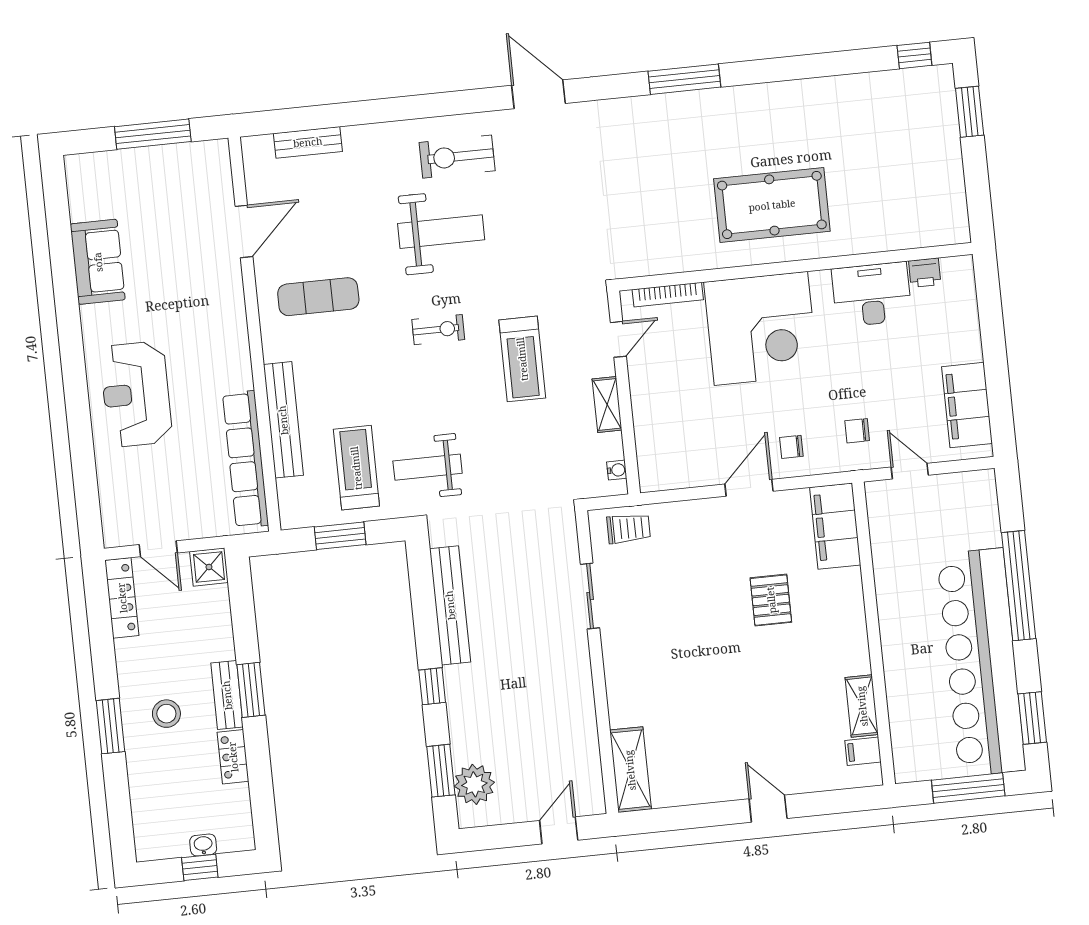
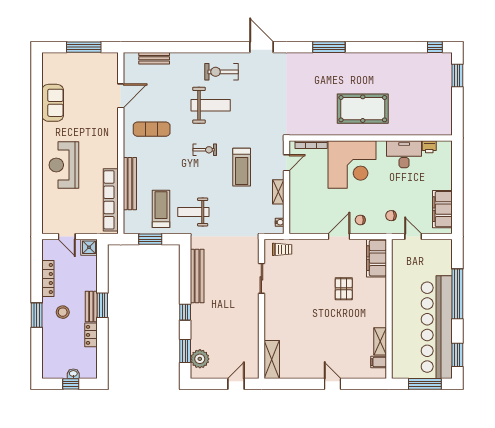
locker: (122, 598) -> (48, 278), moved

